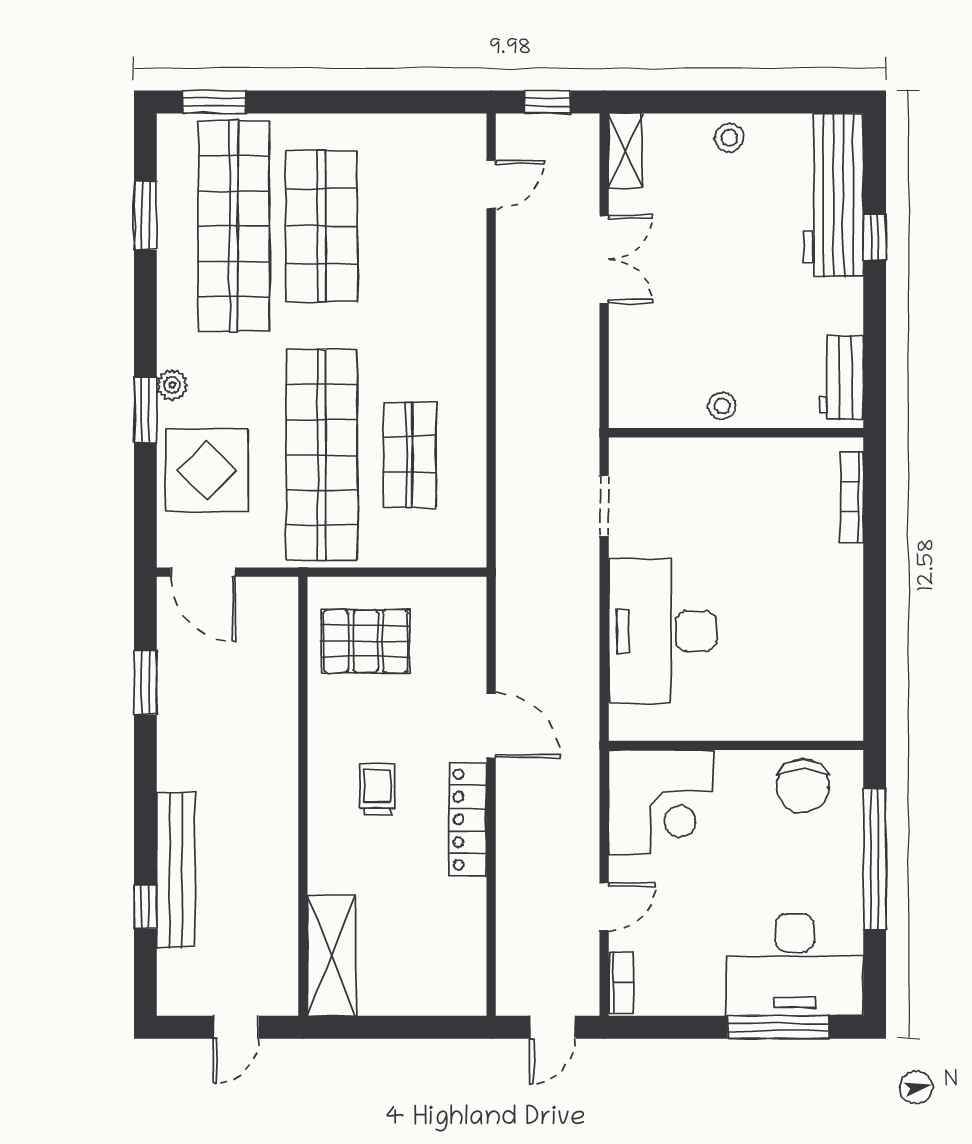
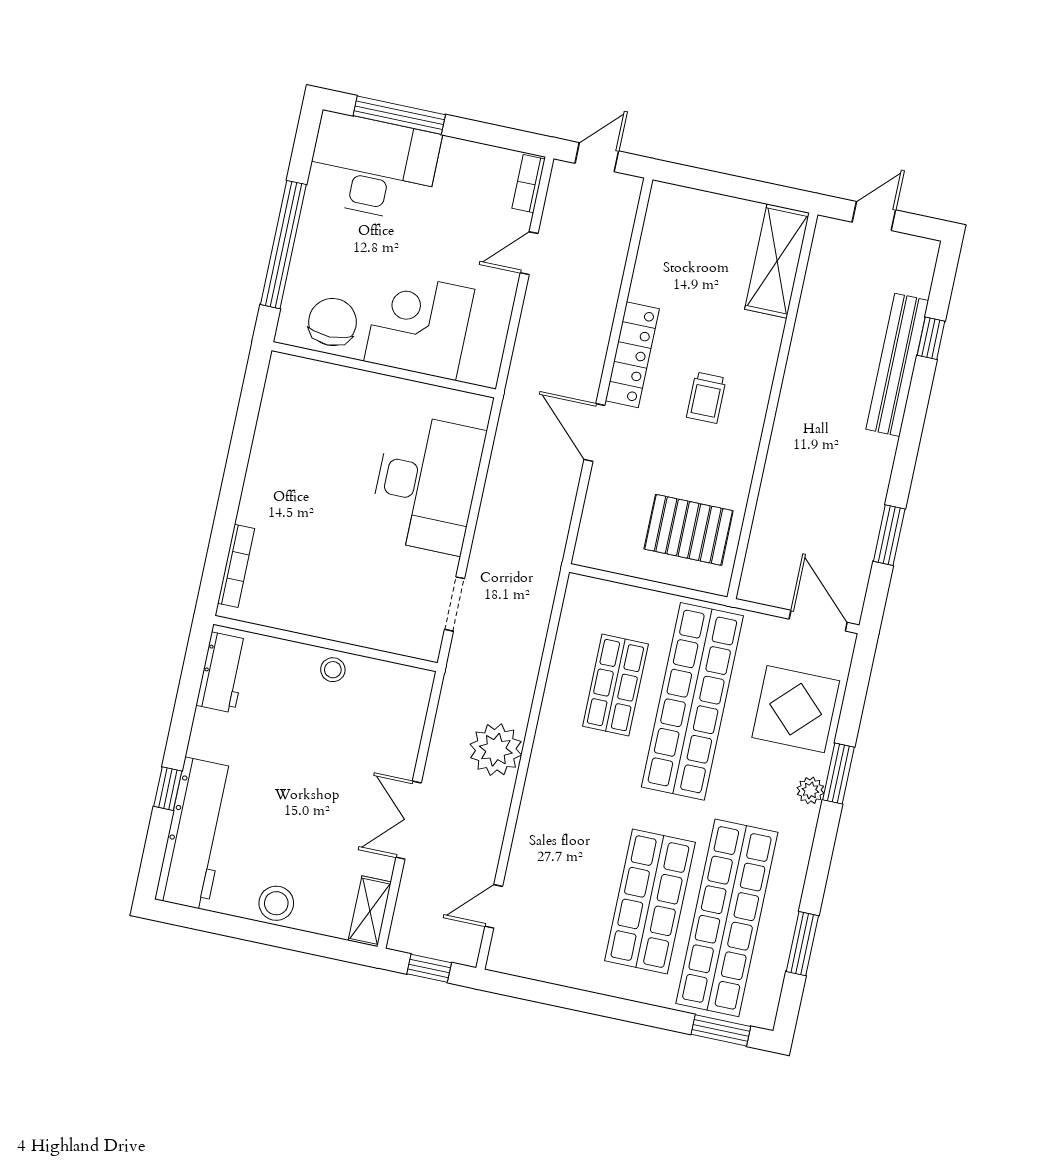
stool: (729, 138) -> (276, 903), width x1.37, depth x1.37
plant: (525, 356) -> (496, 750), added
corner desk: (661, 802) -> (419, 325), moved

